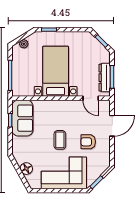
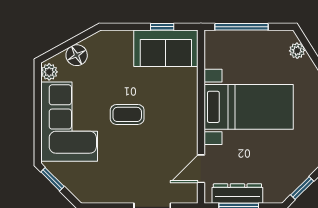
armchair: (88, 142) -> (124, 165), removed
plant: (36, 184) -> (49, 72), added

